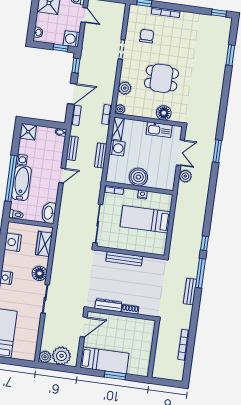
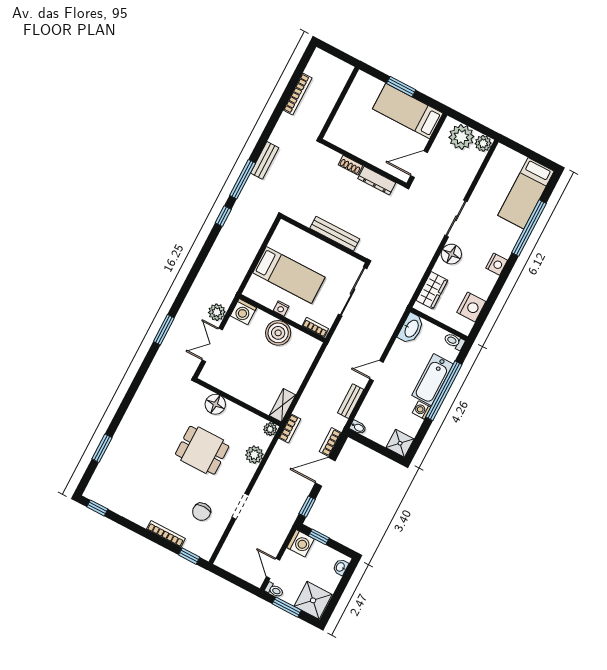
kitchen sink: (159, 130) -> (229, 385), removed
washing machine: (117, 148) -> (243, 312), moved, turned -90
bench: (101, 155) -> (317, 378), removed

